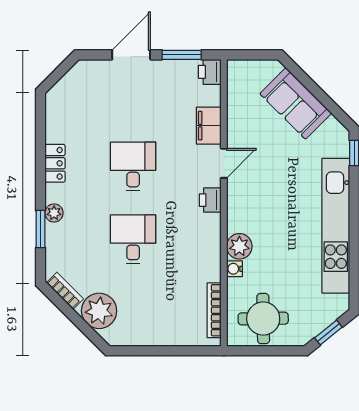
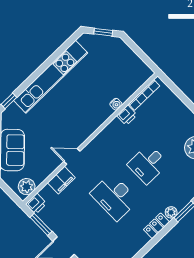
locker: (55, 163) -> (156, 226), moved
desk: (133, 166) -> (114, 197), width x1.37
printer: (210, 200) -> (127, 115), moved
plant: (239, 246) -> (27, 187), moved
round table: (263, 319) -> (126, 69), removed

